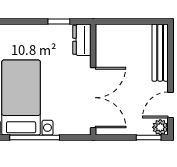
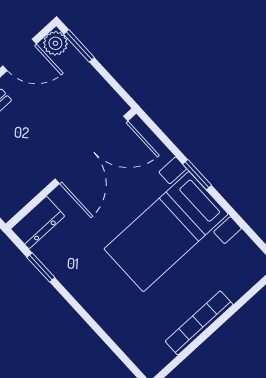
double door: (93, 98) -> (91, 150), swing flipped
window: (35, 138) -> (197, 175), width x0.46

